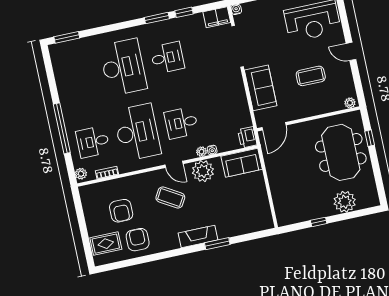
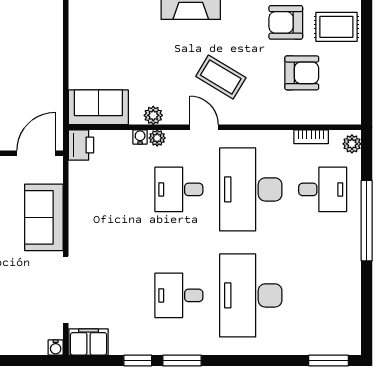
desk: (181, 123) -> (179, 189), turned 180
plant: (203, 171) -> (153, 115), width x0.53, depth x0.53
armchair: (121, 211) -> (302, 73), turned 90
armchair: (138, 240) -> (286, 22), turned 90

